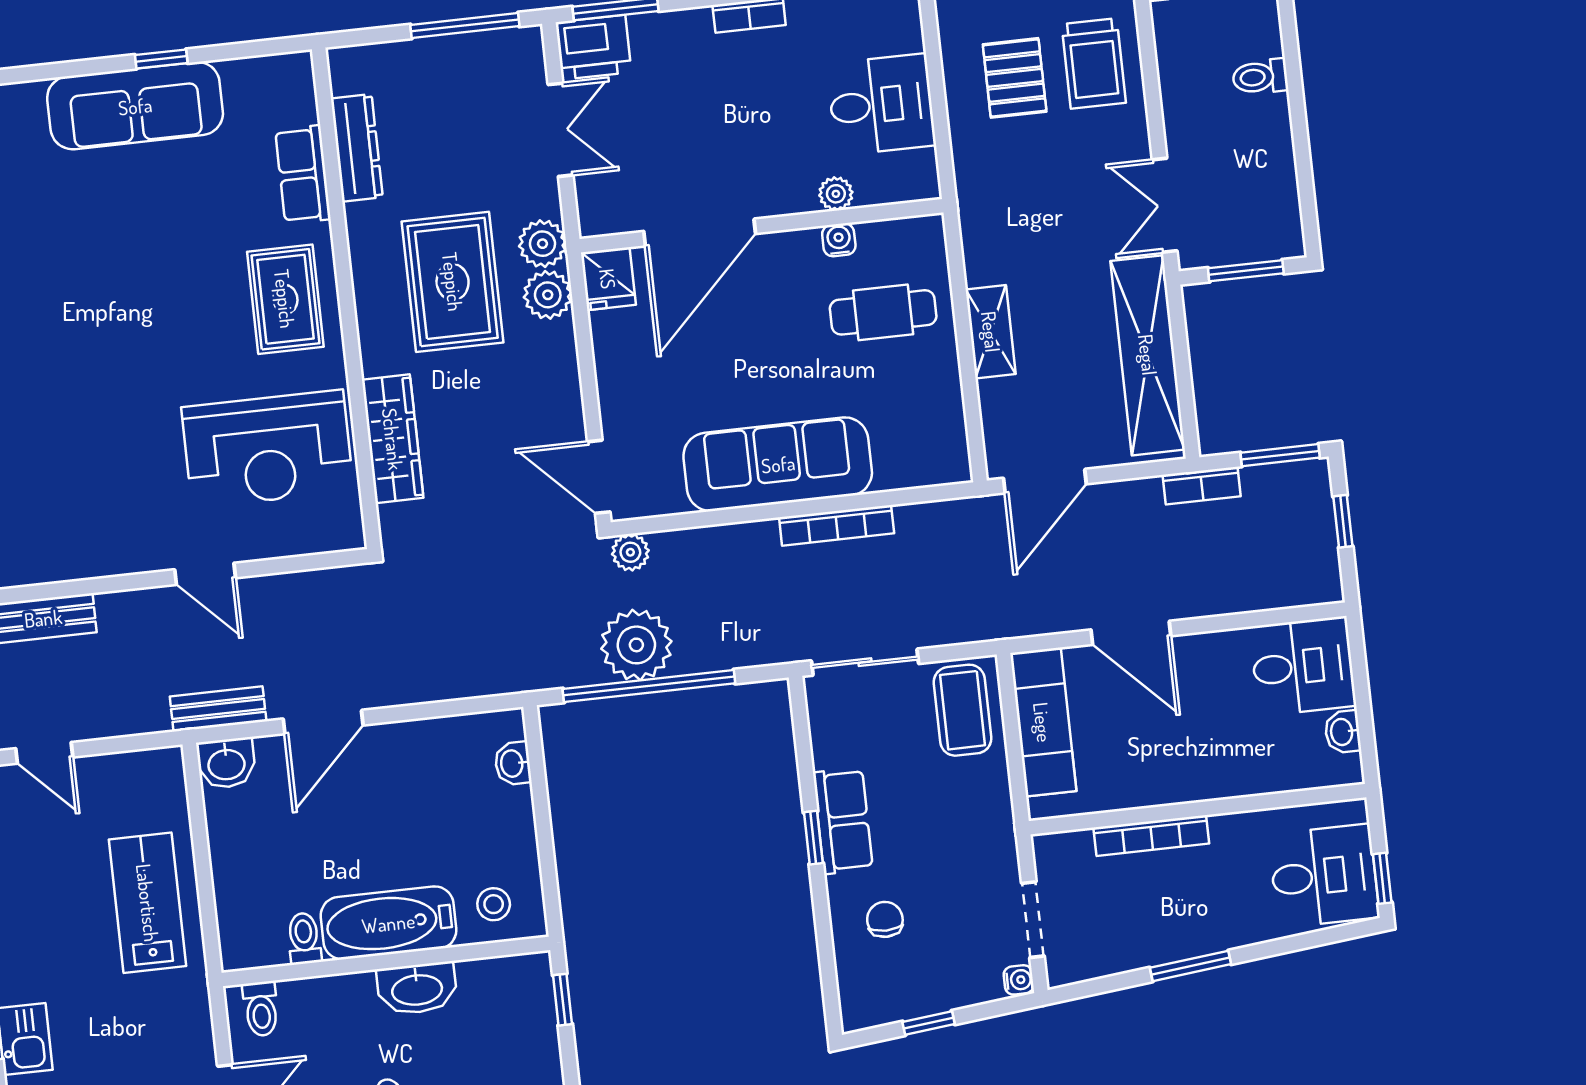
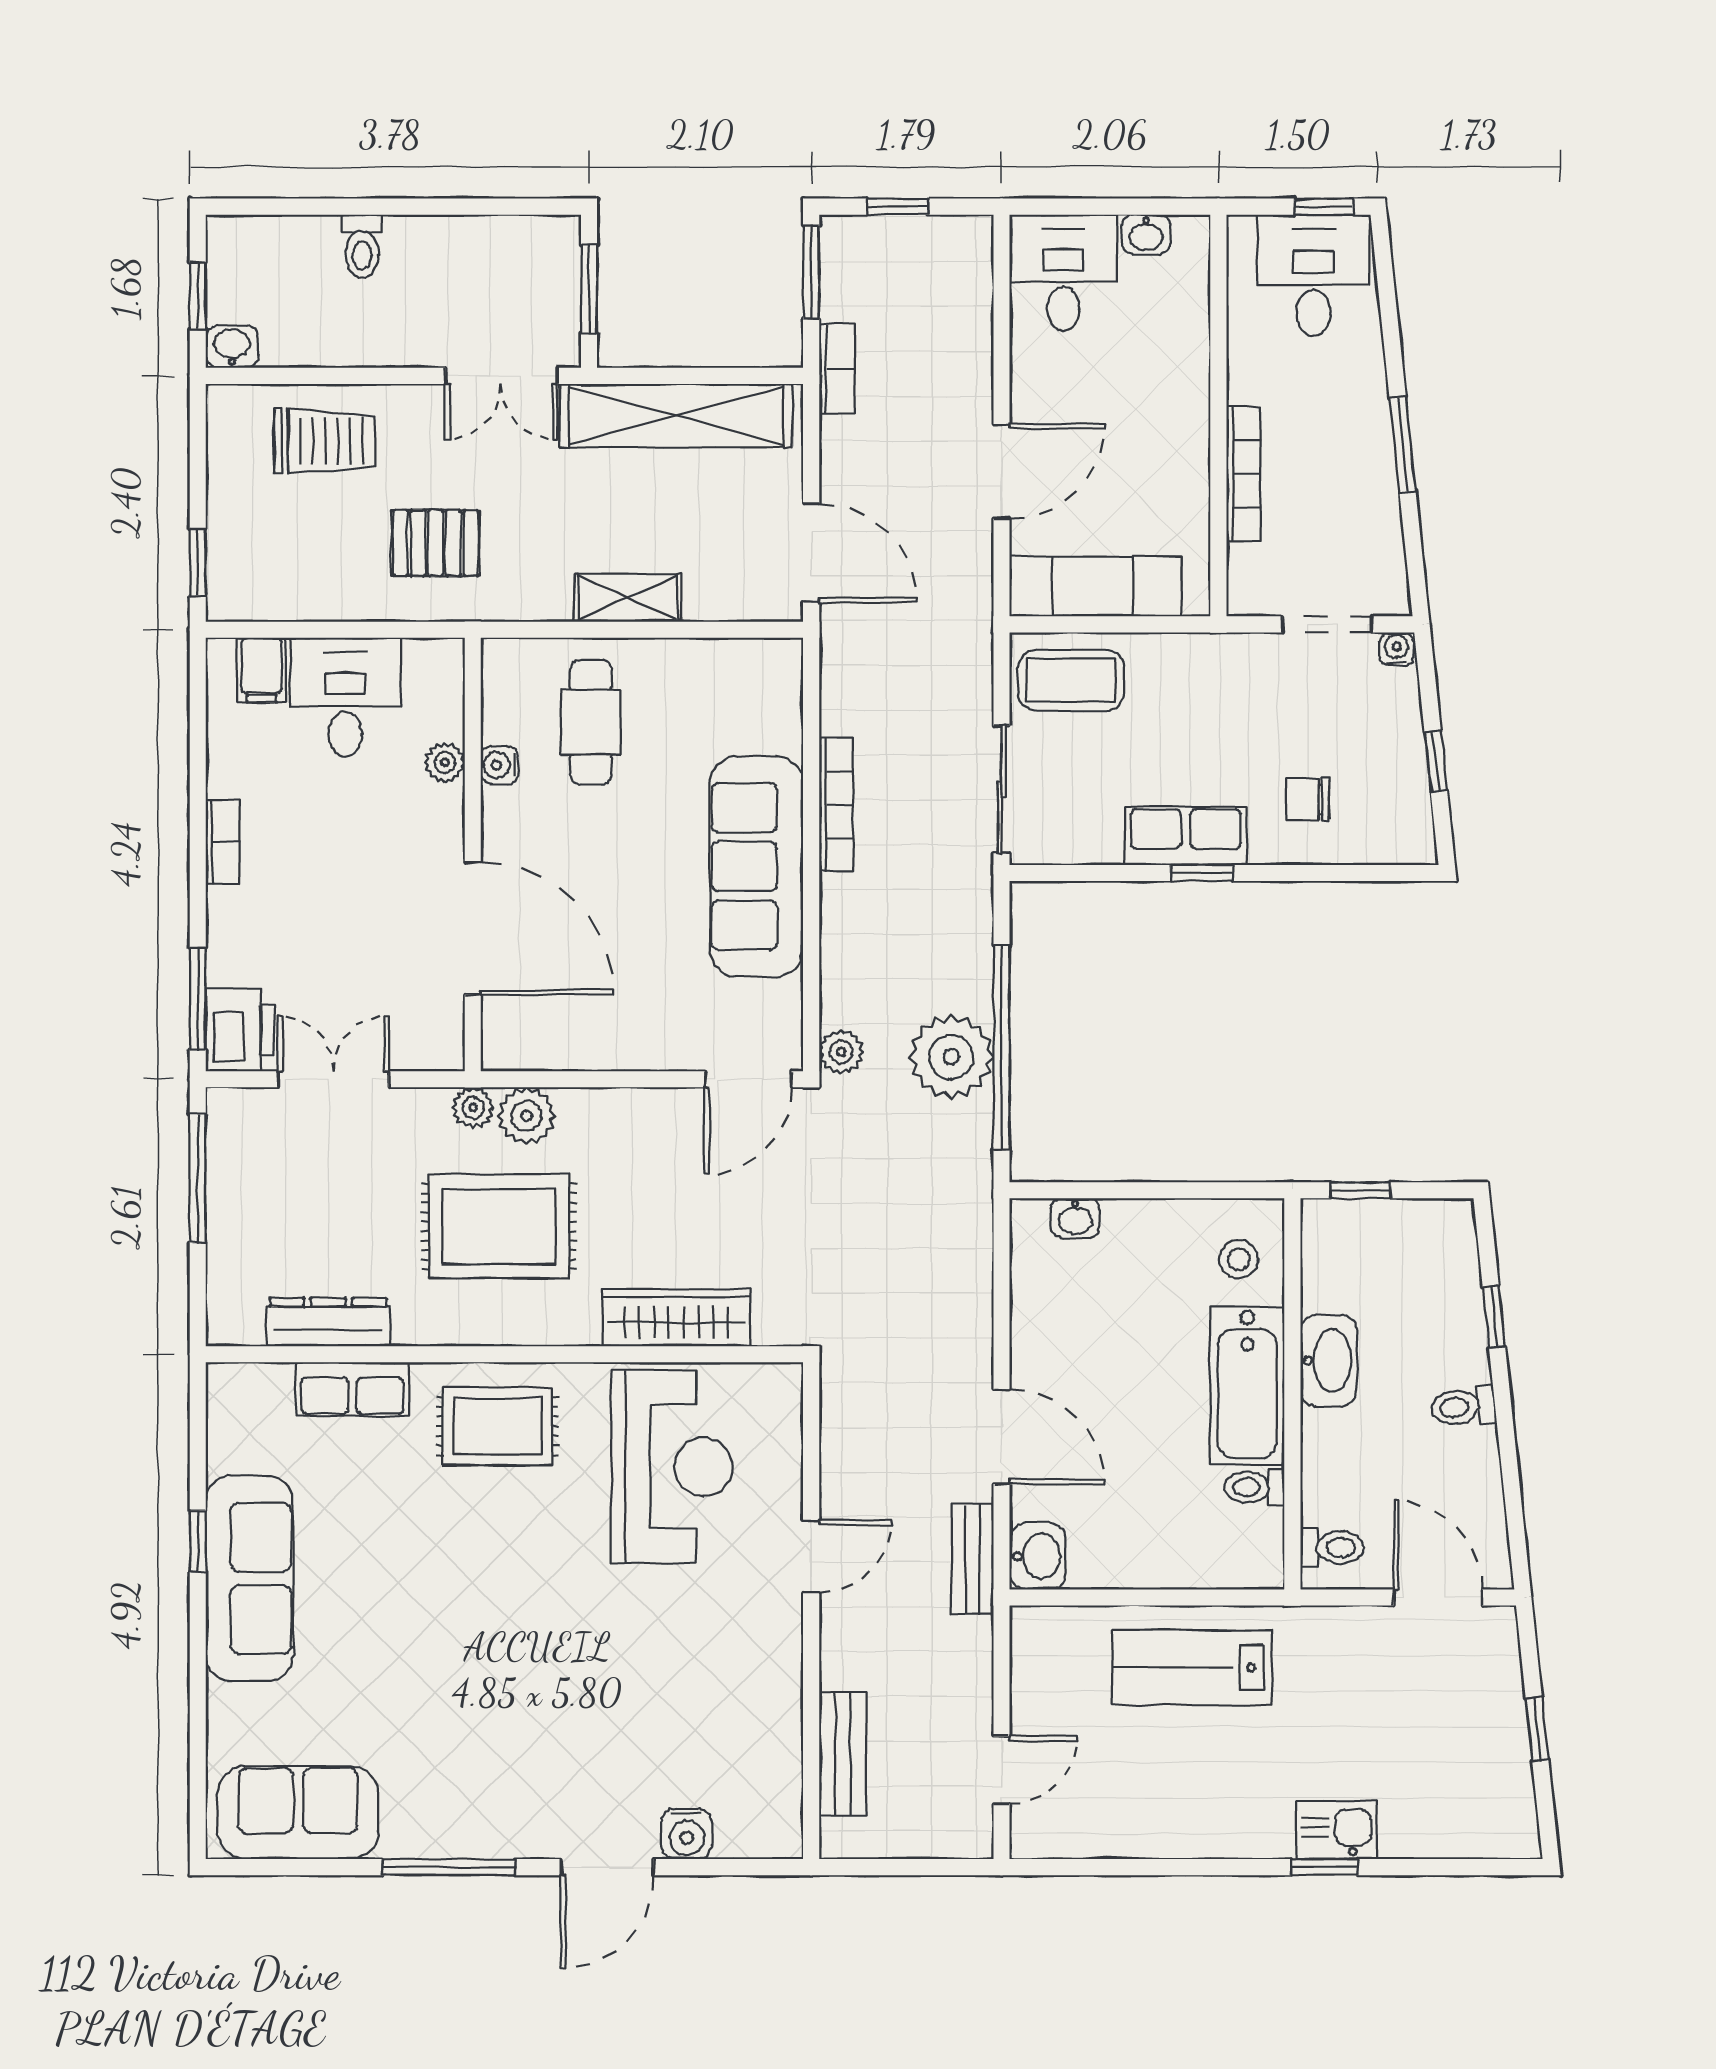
filing cabinet: (896, 32) -> (262, 670), added
pallet: (1015, 78) -> (436, 543), moved
plant: (542, 244) -> (473, 1108), width x0.73, depth x0.73
fridge: (608, 279) -> (515, 1042), removed

